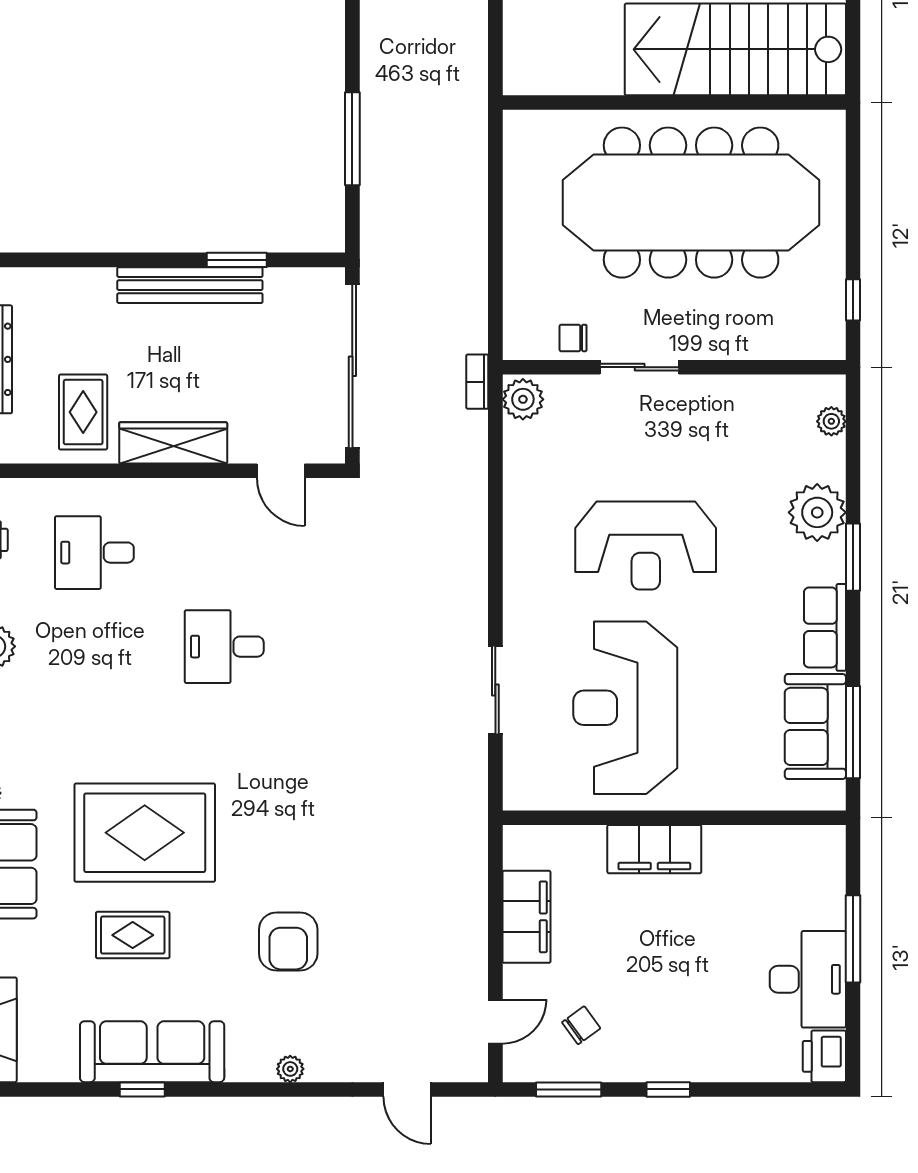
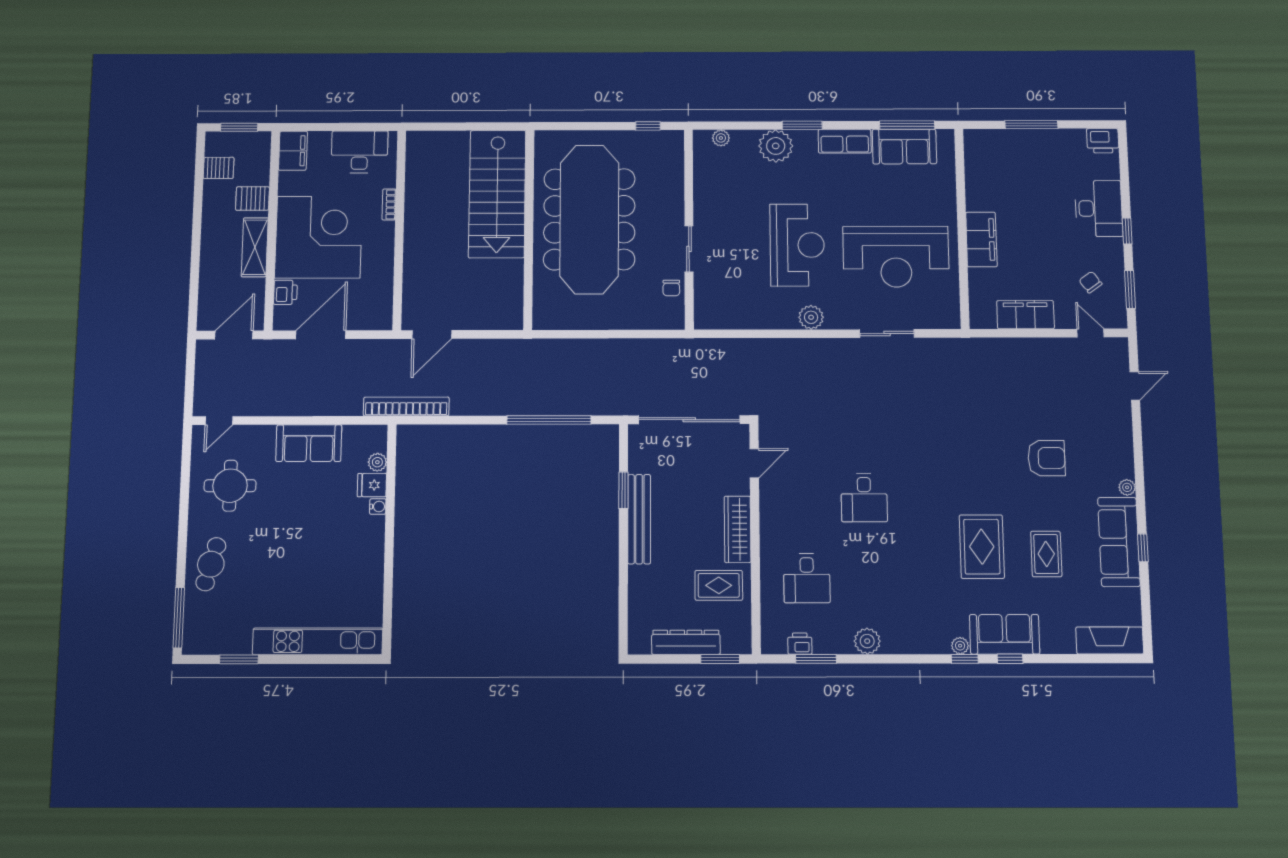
window: (352, 139) -> (549, 420), width x1.46
bookcase: (477, 382) -> (698, 345), removed
plant: (523, 399) -> (811, 317), moved
rug: (145, 833) -> (982, 547), width x0.73, depth x0.69
desk: (808, 979) -> (1099, 209), moved, turned 90
plant: (290, 1069) -> (1127, 487), moved

